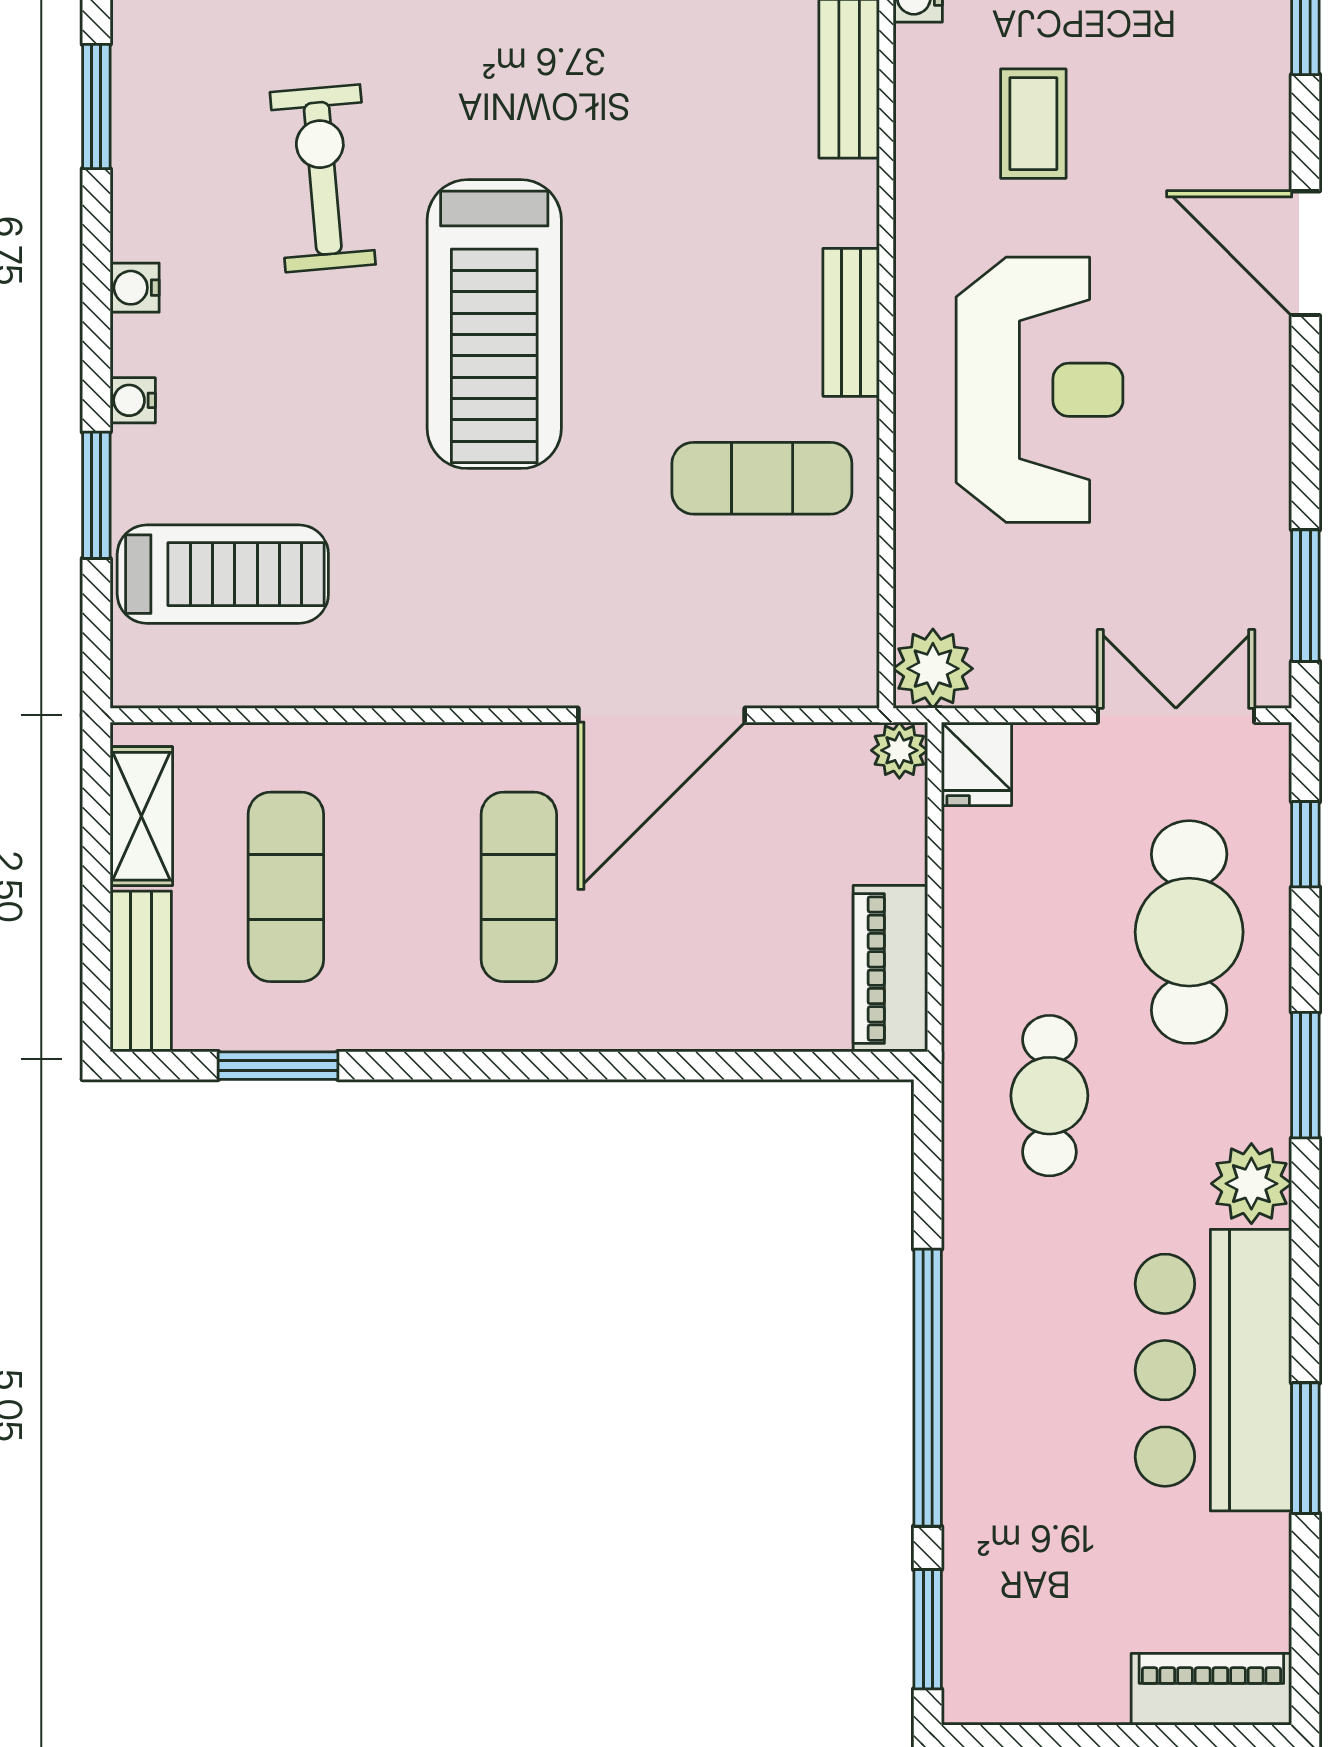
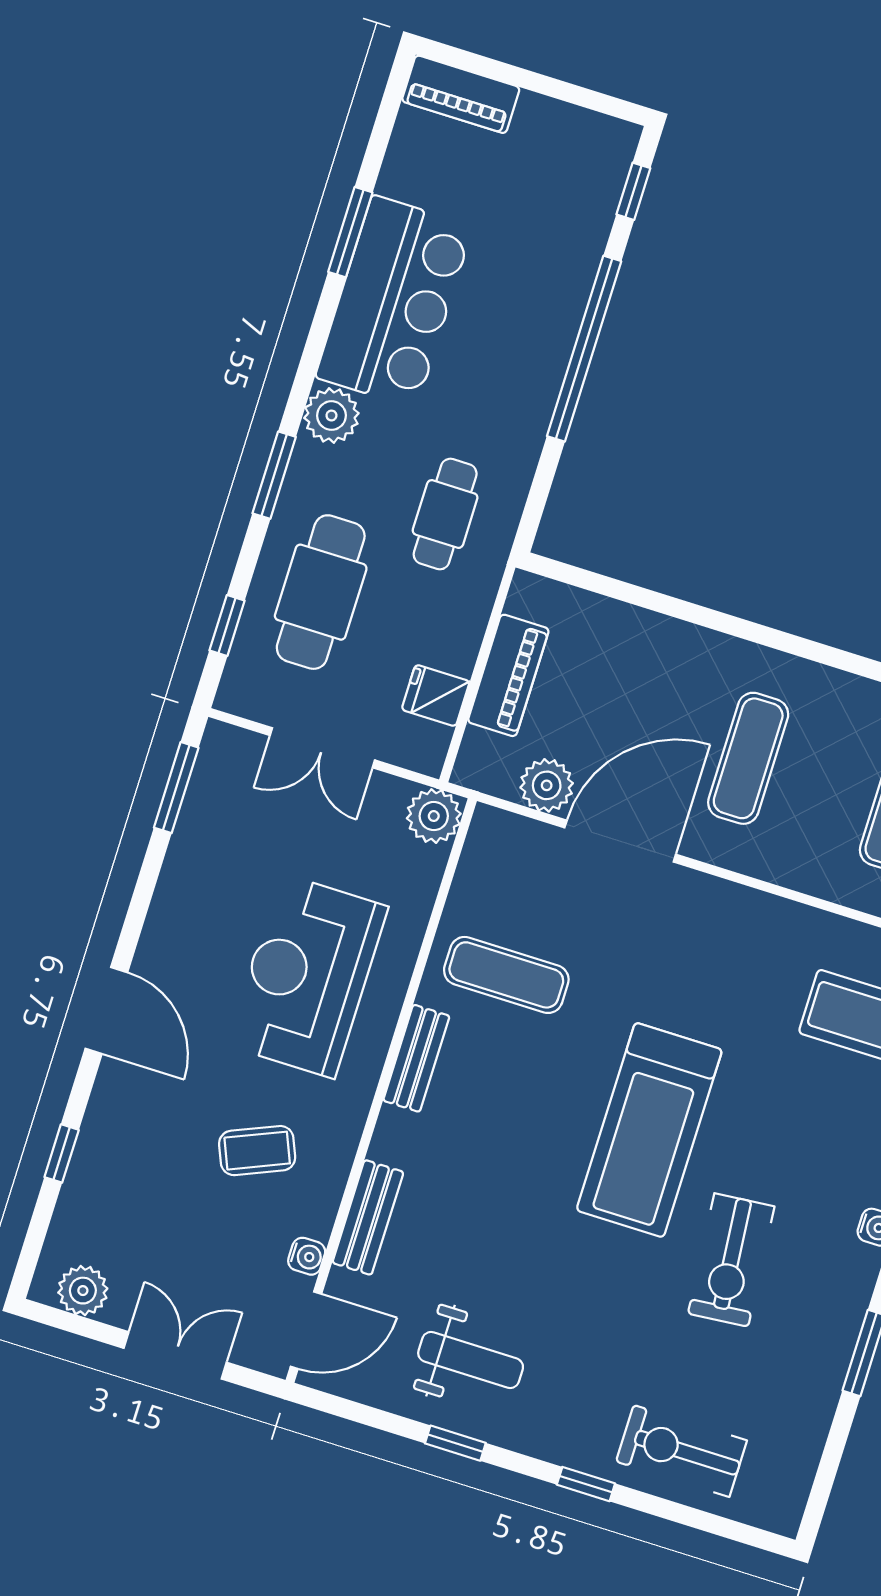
coffee table: (1033, 124) -> (257, 1151), turned 67
treadmill: (494, 324) -> (649, 1130), turned 180
double door: (1176, 715) -> (322, 748), moved
plant: (899, 750) -> (547, 785), moved, width x1.38, depth x1.38
fridge: (976, 764) -> (436, 696), moved, turned -90
piano: (890, 969) -> (508, 675), moved
window: (928, 1629) -> (633, 191), width x0.67

